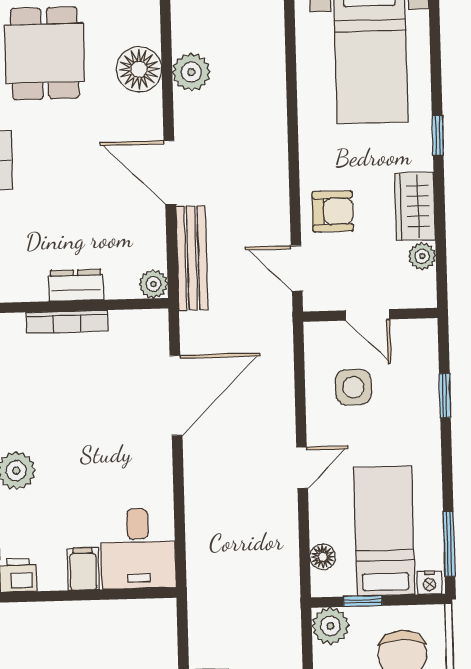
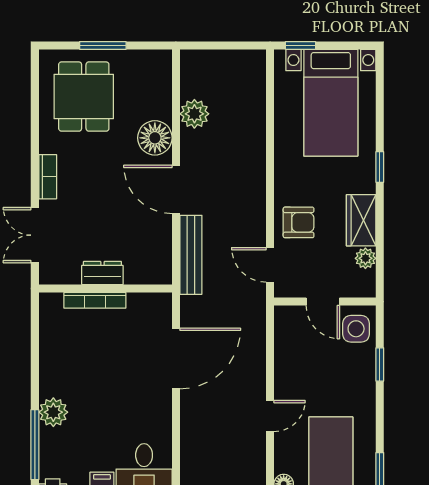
floor lamp: (139, 69) -> (155, 138), moved
plant: (153, 284) -> (161, 274), removed
side table: (353, 387) -> (356, 329), moved

